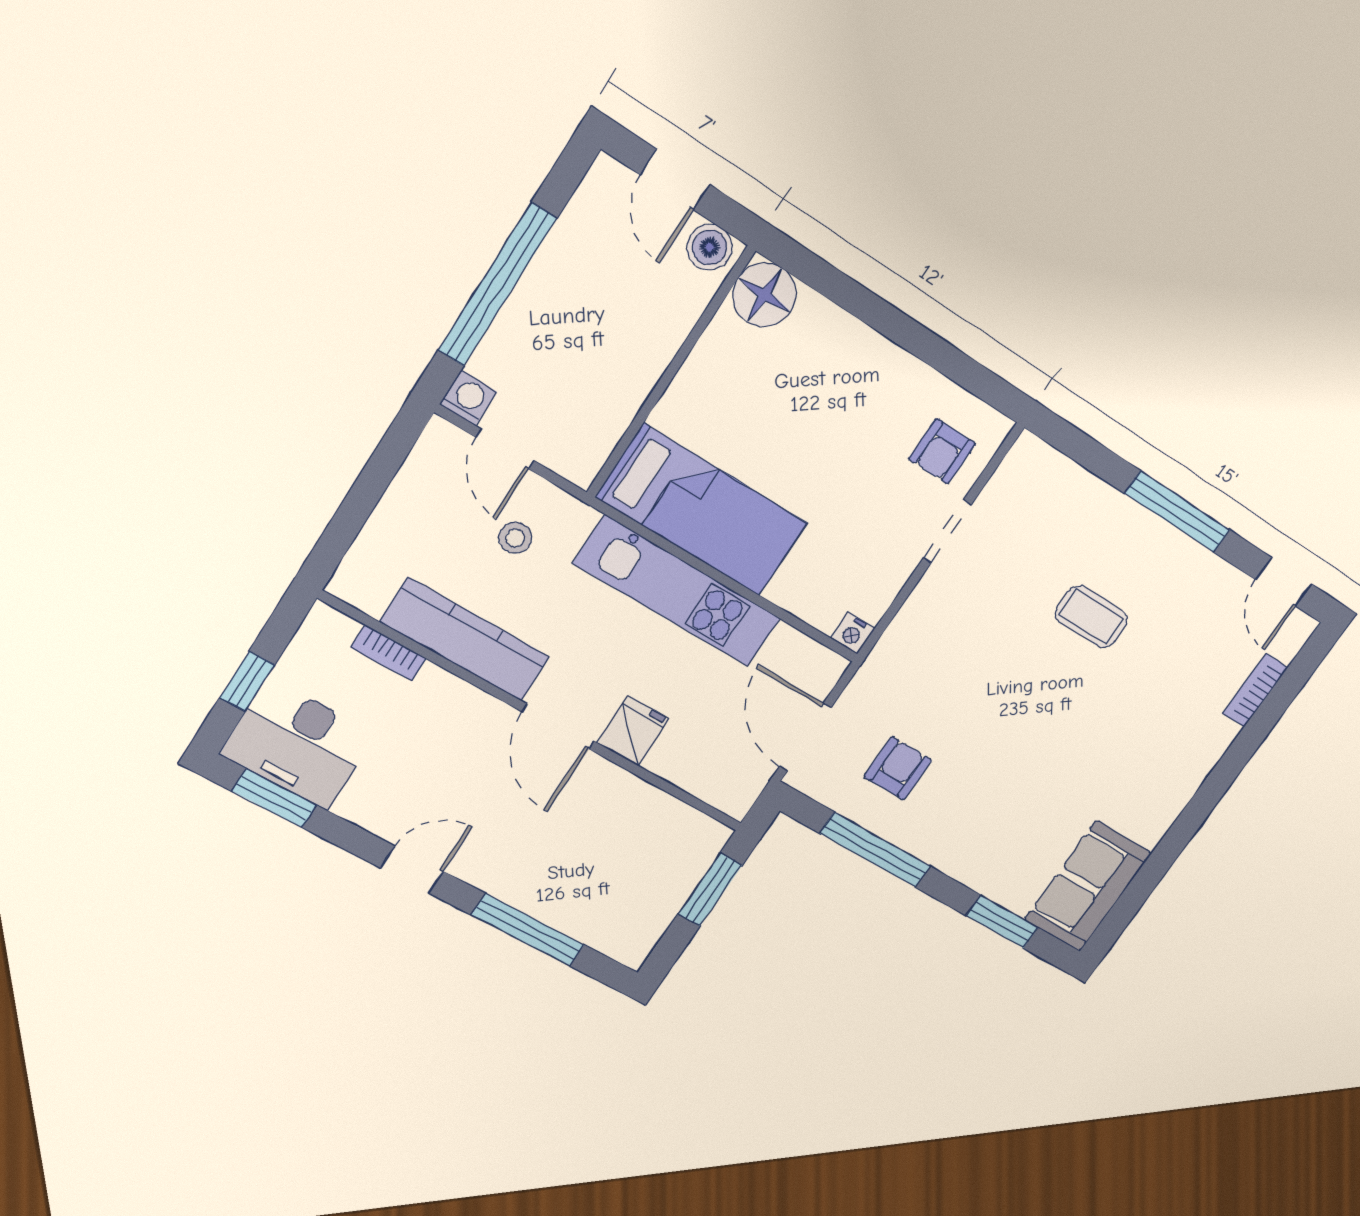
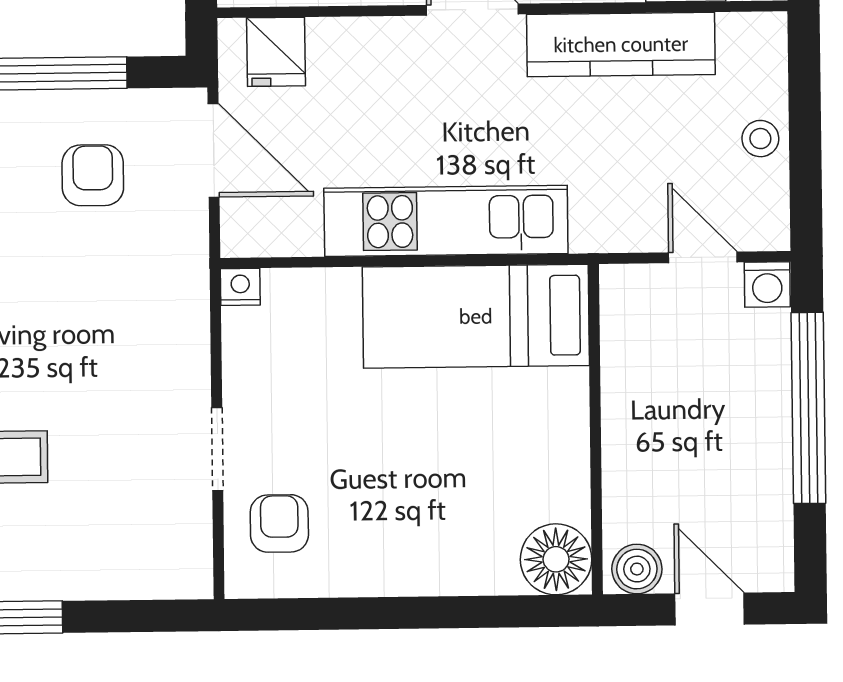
stool: (515, 538) -> (760, 139), moved
fridge: (633, 731) -> (276, 52), moved
armchair: (898, 768) -> (93, 175), turned 180

